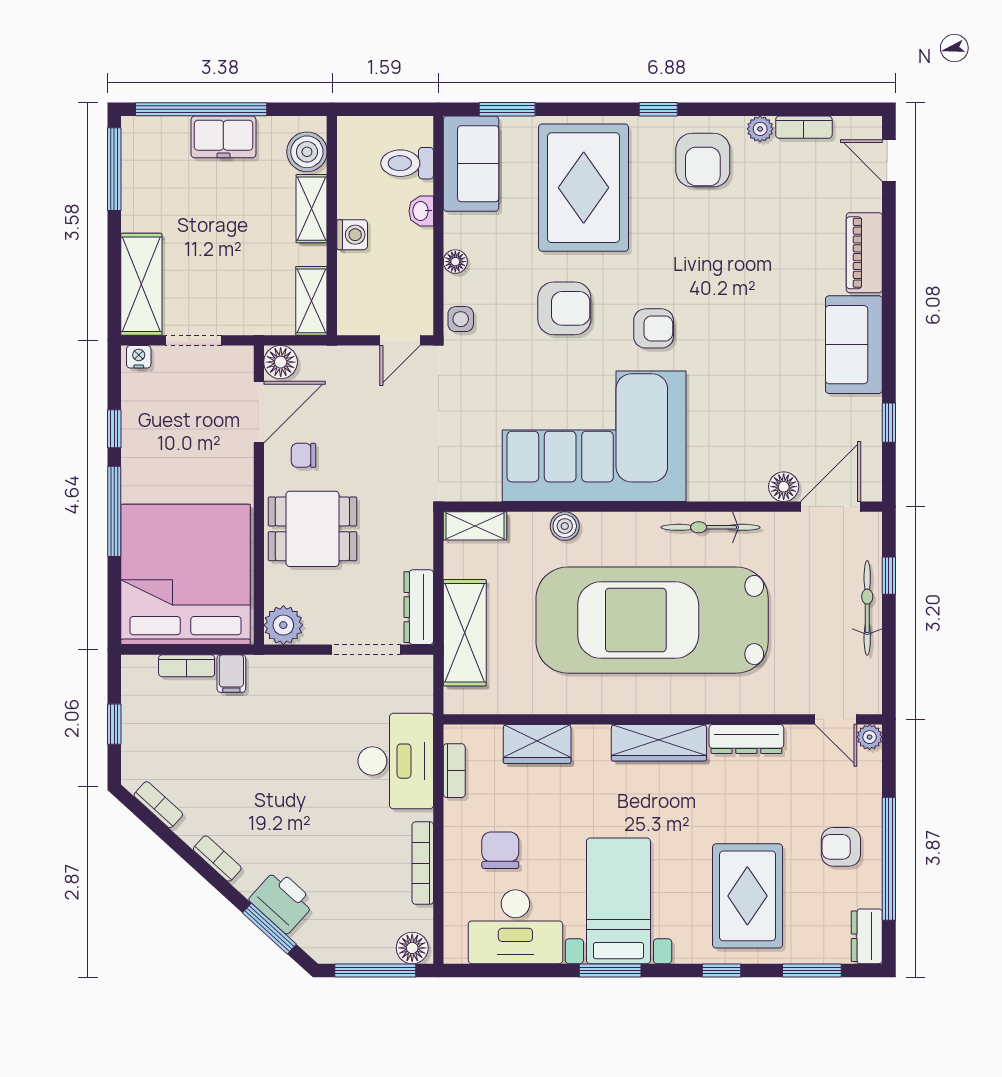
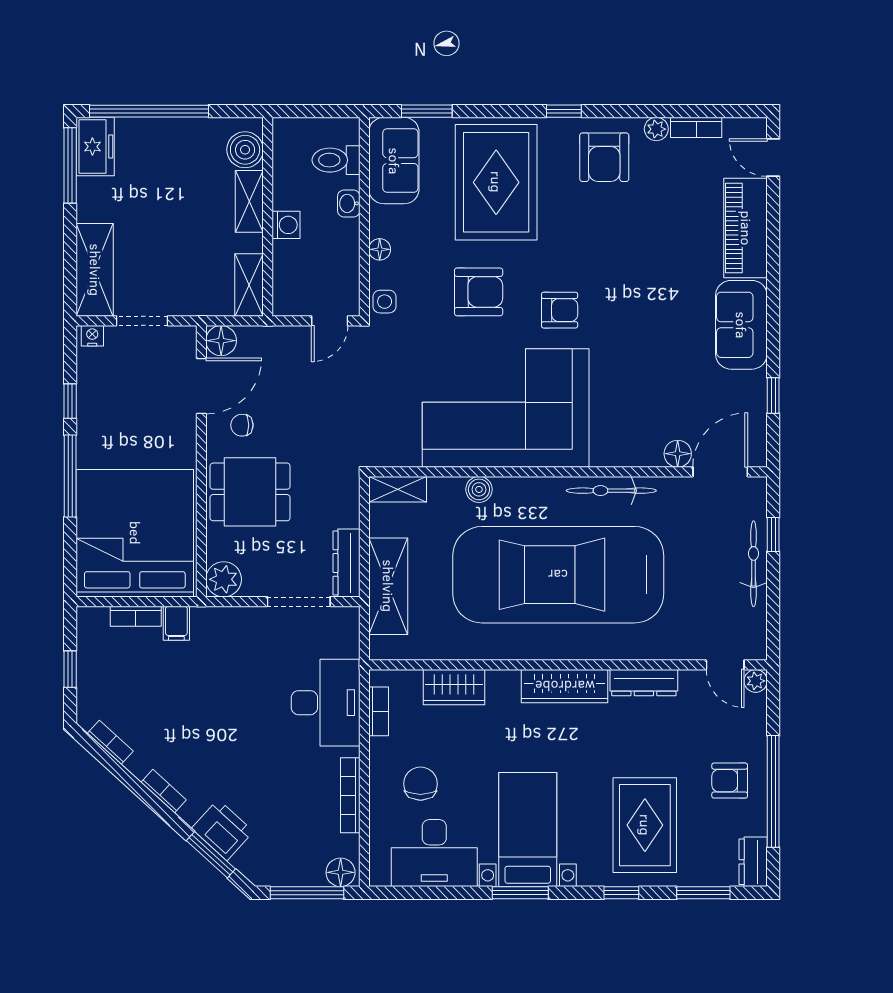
freezer: (223, 137) -> (95, 147), moved, turned -90
piano: (864, 253) -> (746, 228), width x1.37, depth x1.33

